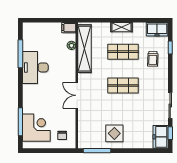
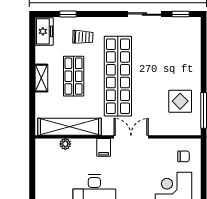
filing cabinet: (69, 28) -> (104, 147), moved
shop shelf: (123, 85) -> (118, 76), width x2.00, depth x1.36
double door: (77, 95) -> (131, 137), swing flipped
display table: (114, 133) -> (180, 101), moved
freezer: (161, 137) -> (186, 27), removed

